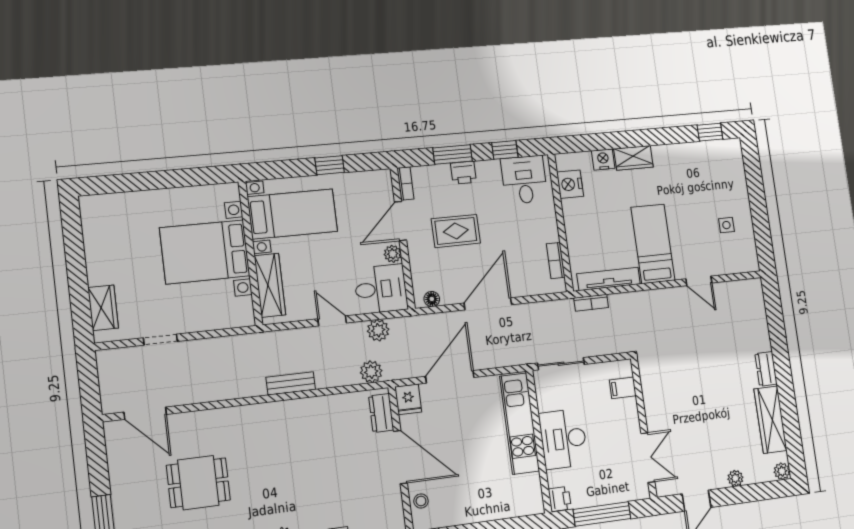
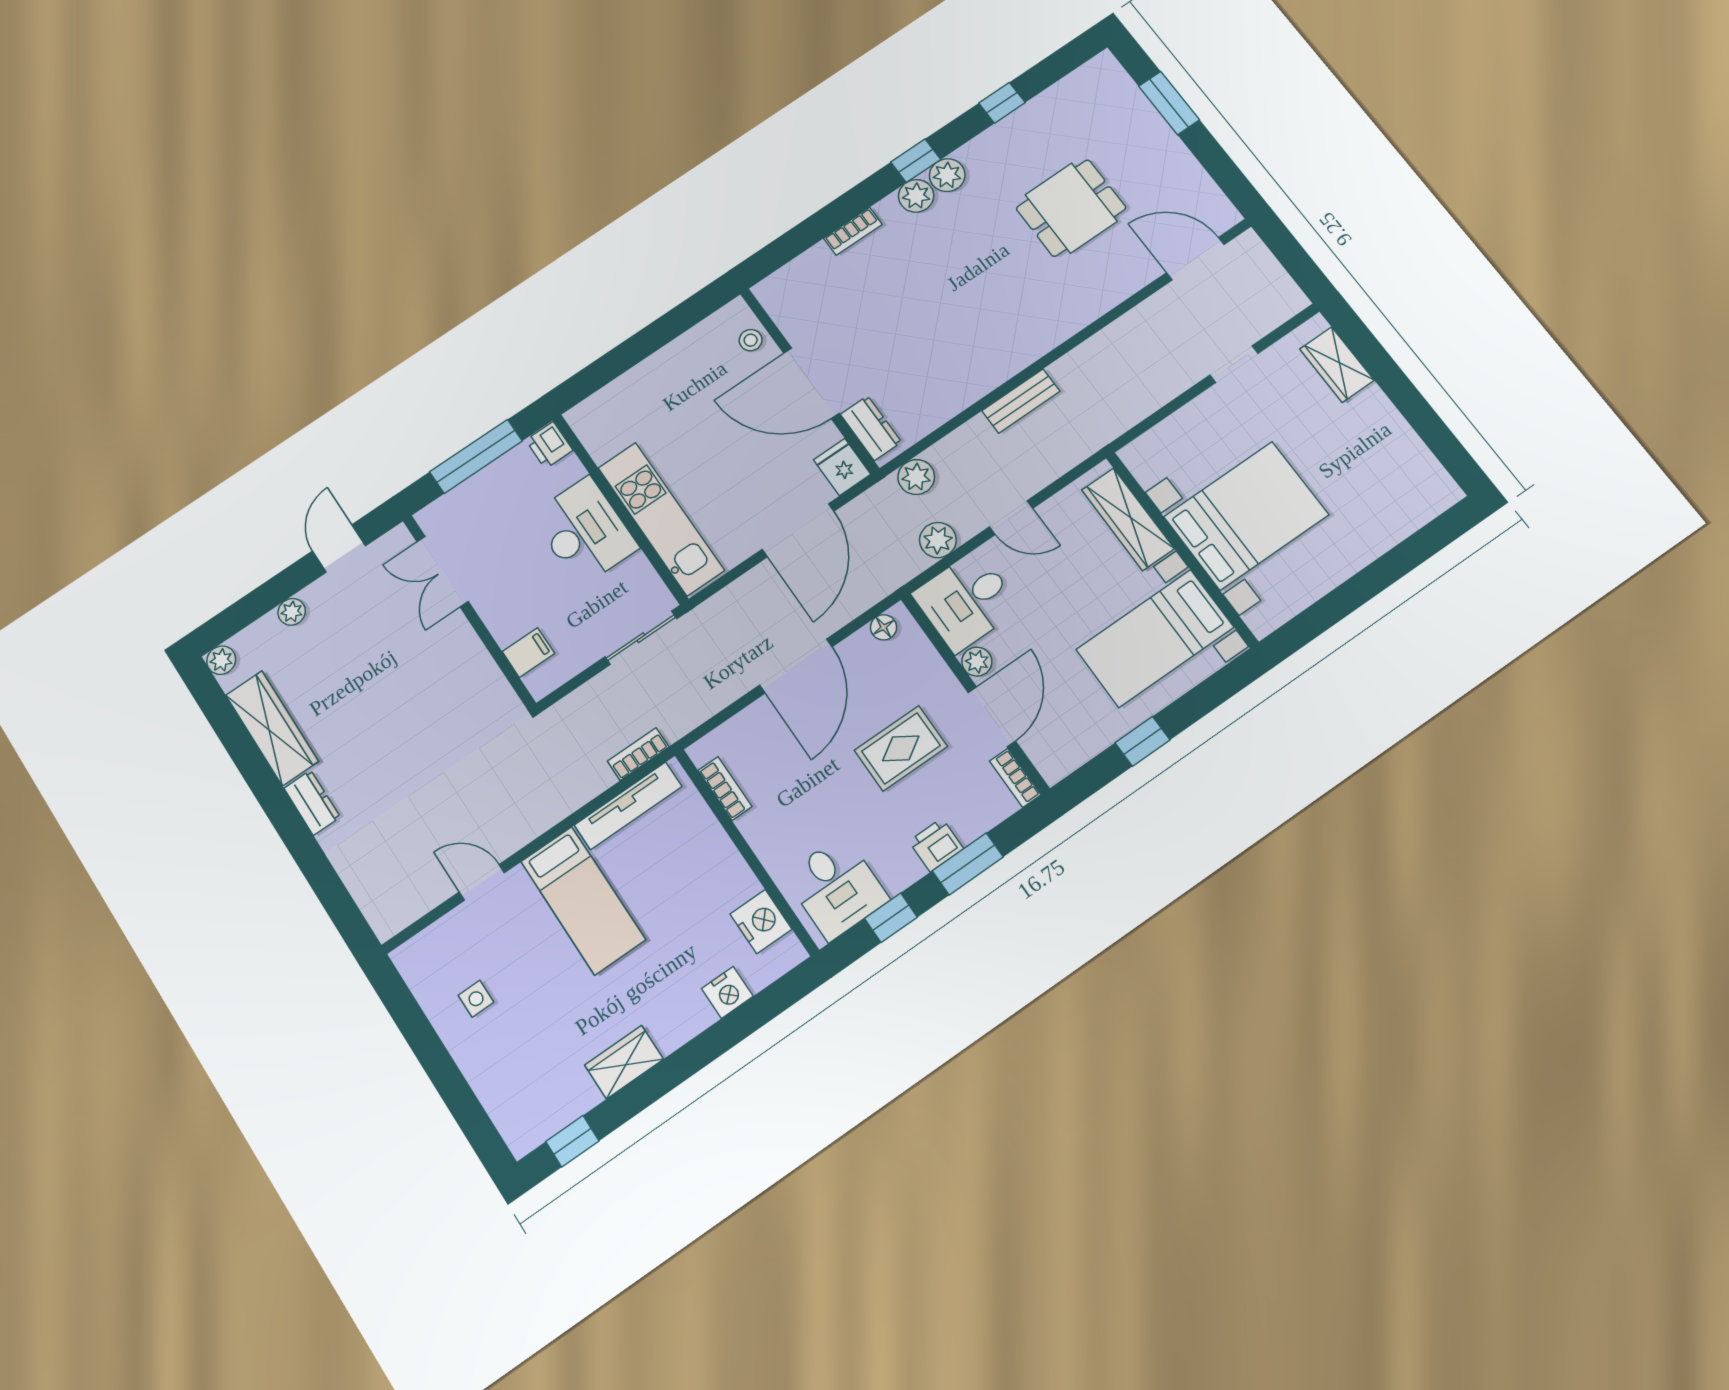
wardrobe: (633, 158) -> (624, 1062), moved

